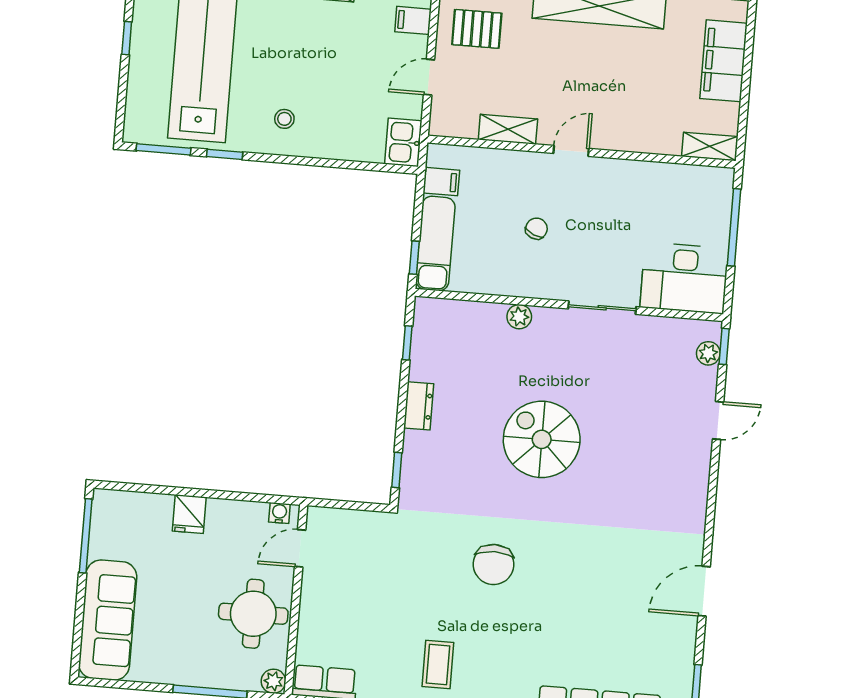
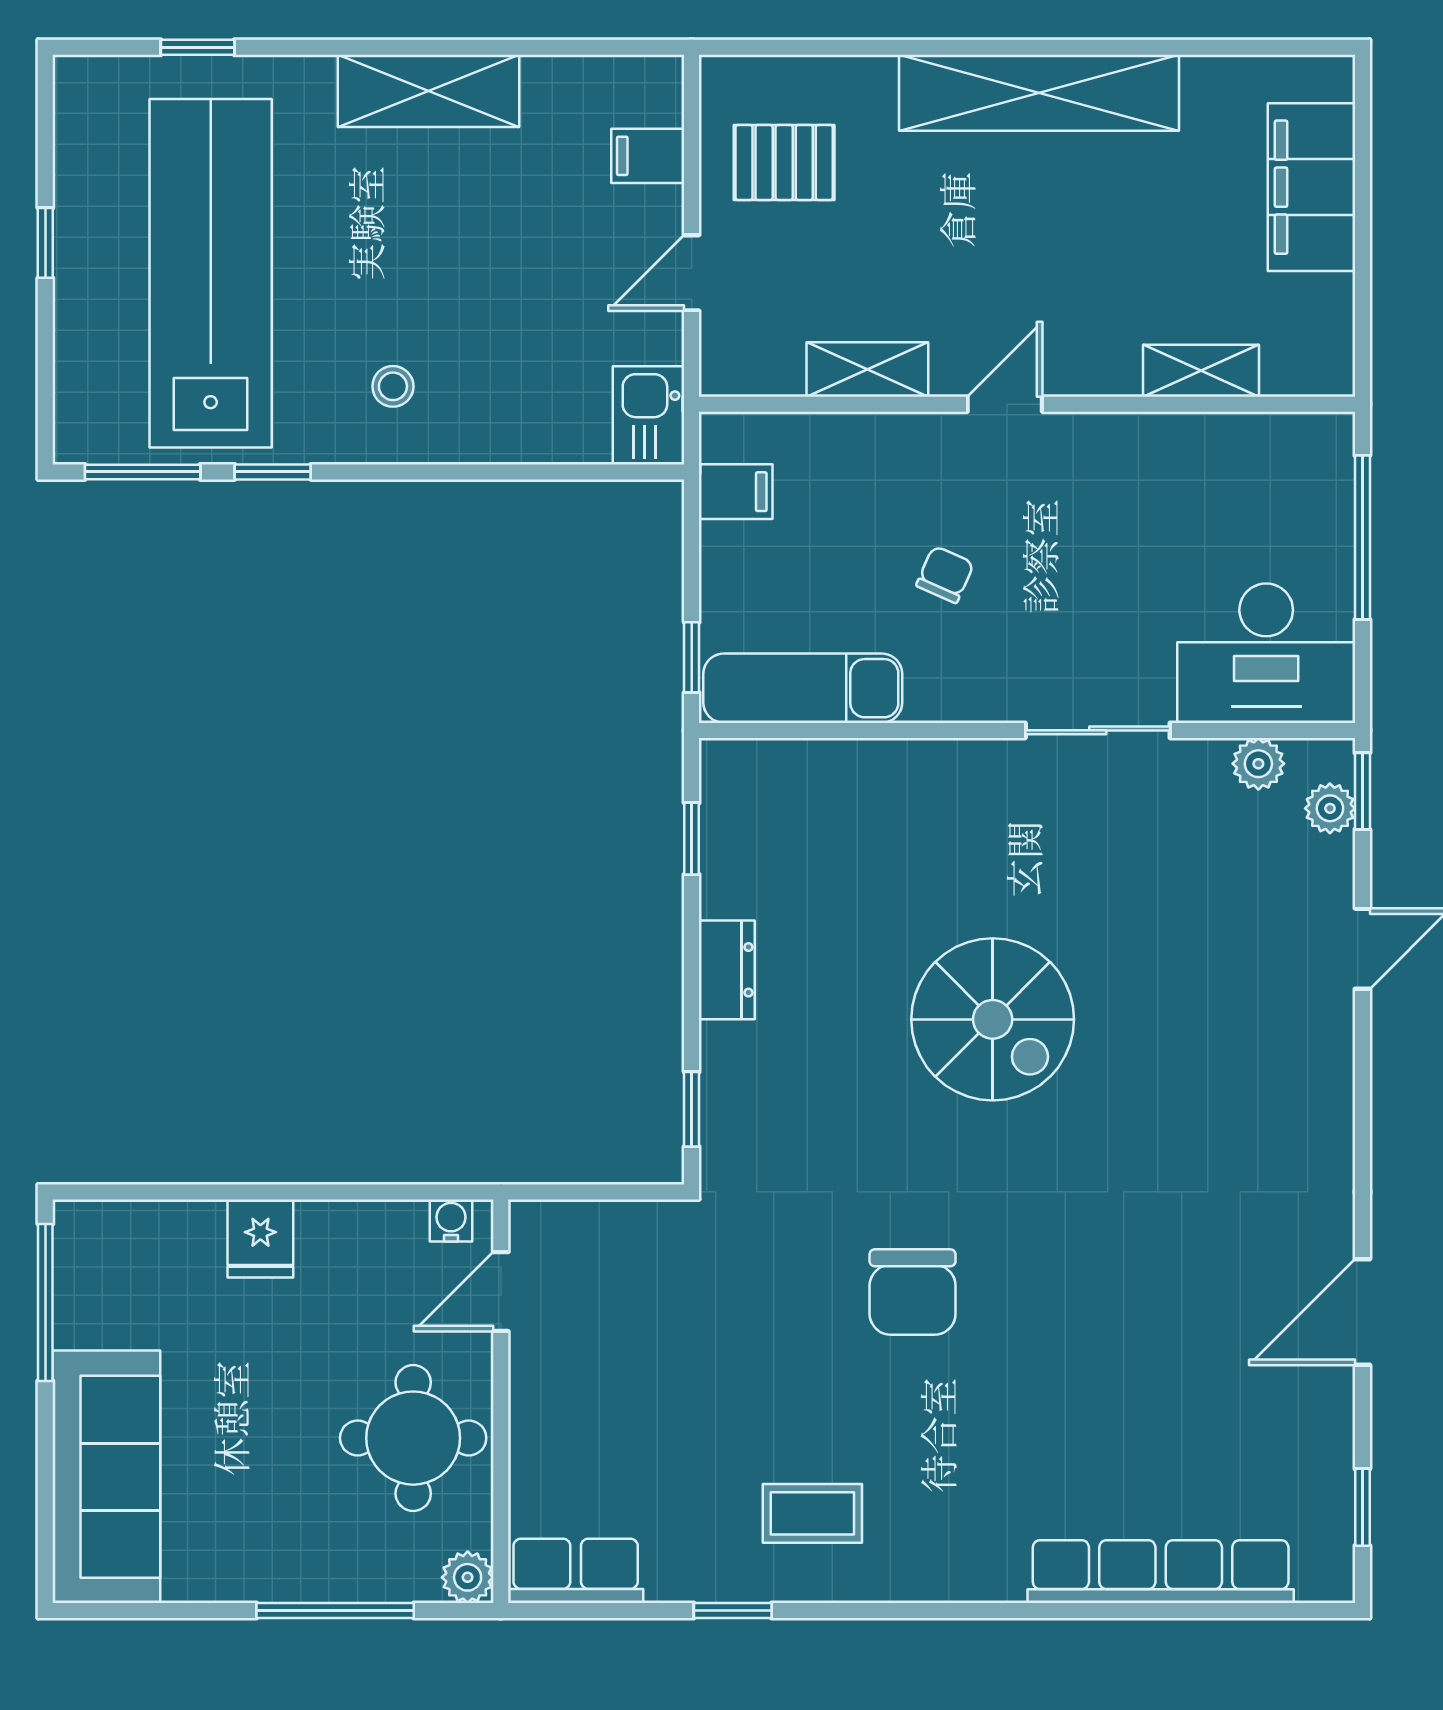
shelving: (710, 146) -> (1201, 371), moved
exam couch: (435, 243) -> (803, 688), moved, turned -90
plant: (519, 317) -> (1258, 764), moved
spiral stairs: (542, 439) -> (993, 1019), turned 180
coffee table: (438, 665) -> (812, 1513), turned 90

